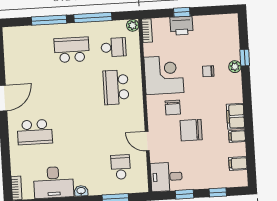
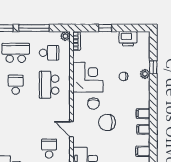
printer: (181, 26) -> (128, 39), moved
school desk: (74, 90) -> (16, 85), added
filing cabinet: (235, 116) -> (143, 114), width x0.50

